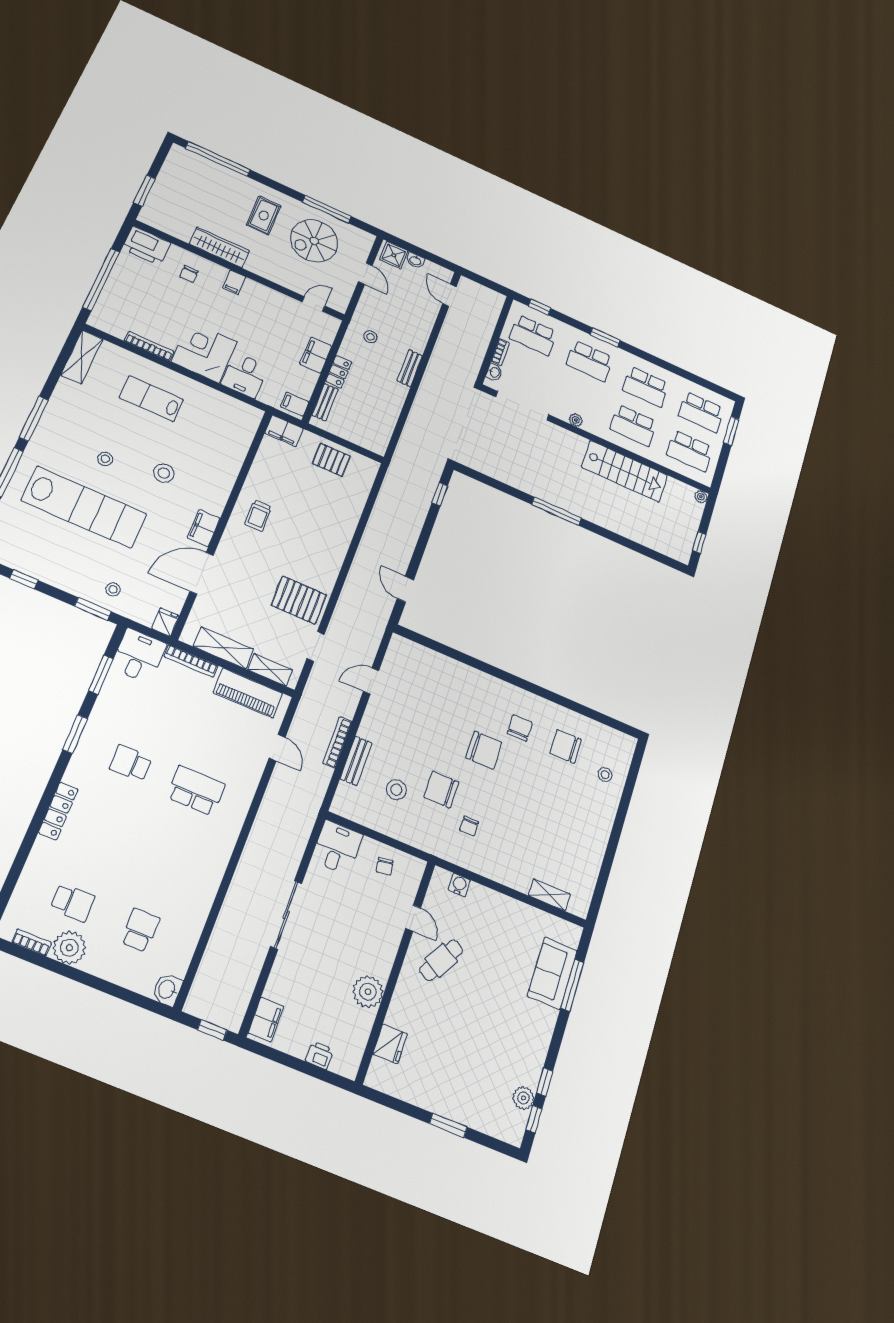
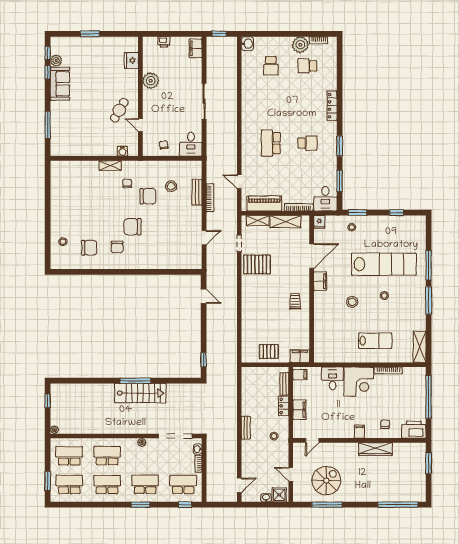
rug: (264, 215) -> (360, 482), removed
door: (449, 295) -> (239, 485), hinge flipped
stairs: (625, 471) -> (140, 393), moved, turned 180
lab bench: (84, 507) -> (384, 264), turned 180
school desk: (196, 791) -> (271, 143), turned 90
shelving: (549, 895) -> (110, 165), moved
sofa: (552, 973) -> (60, 84), moved

